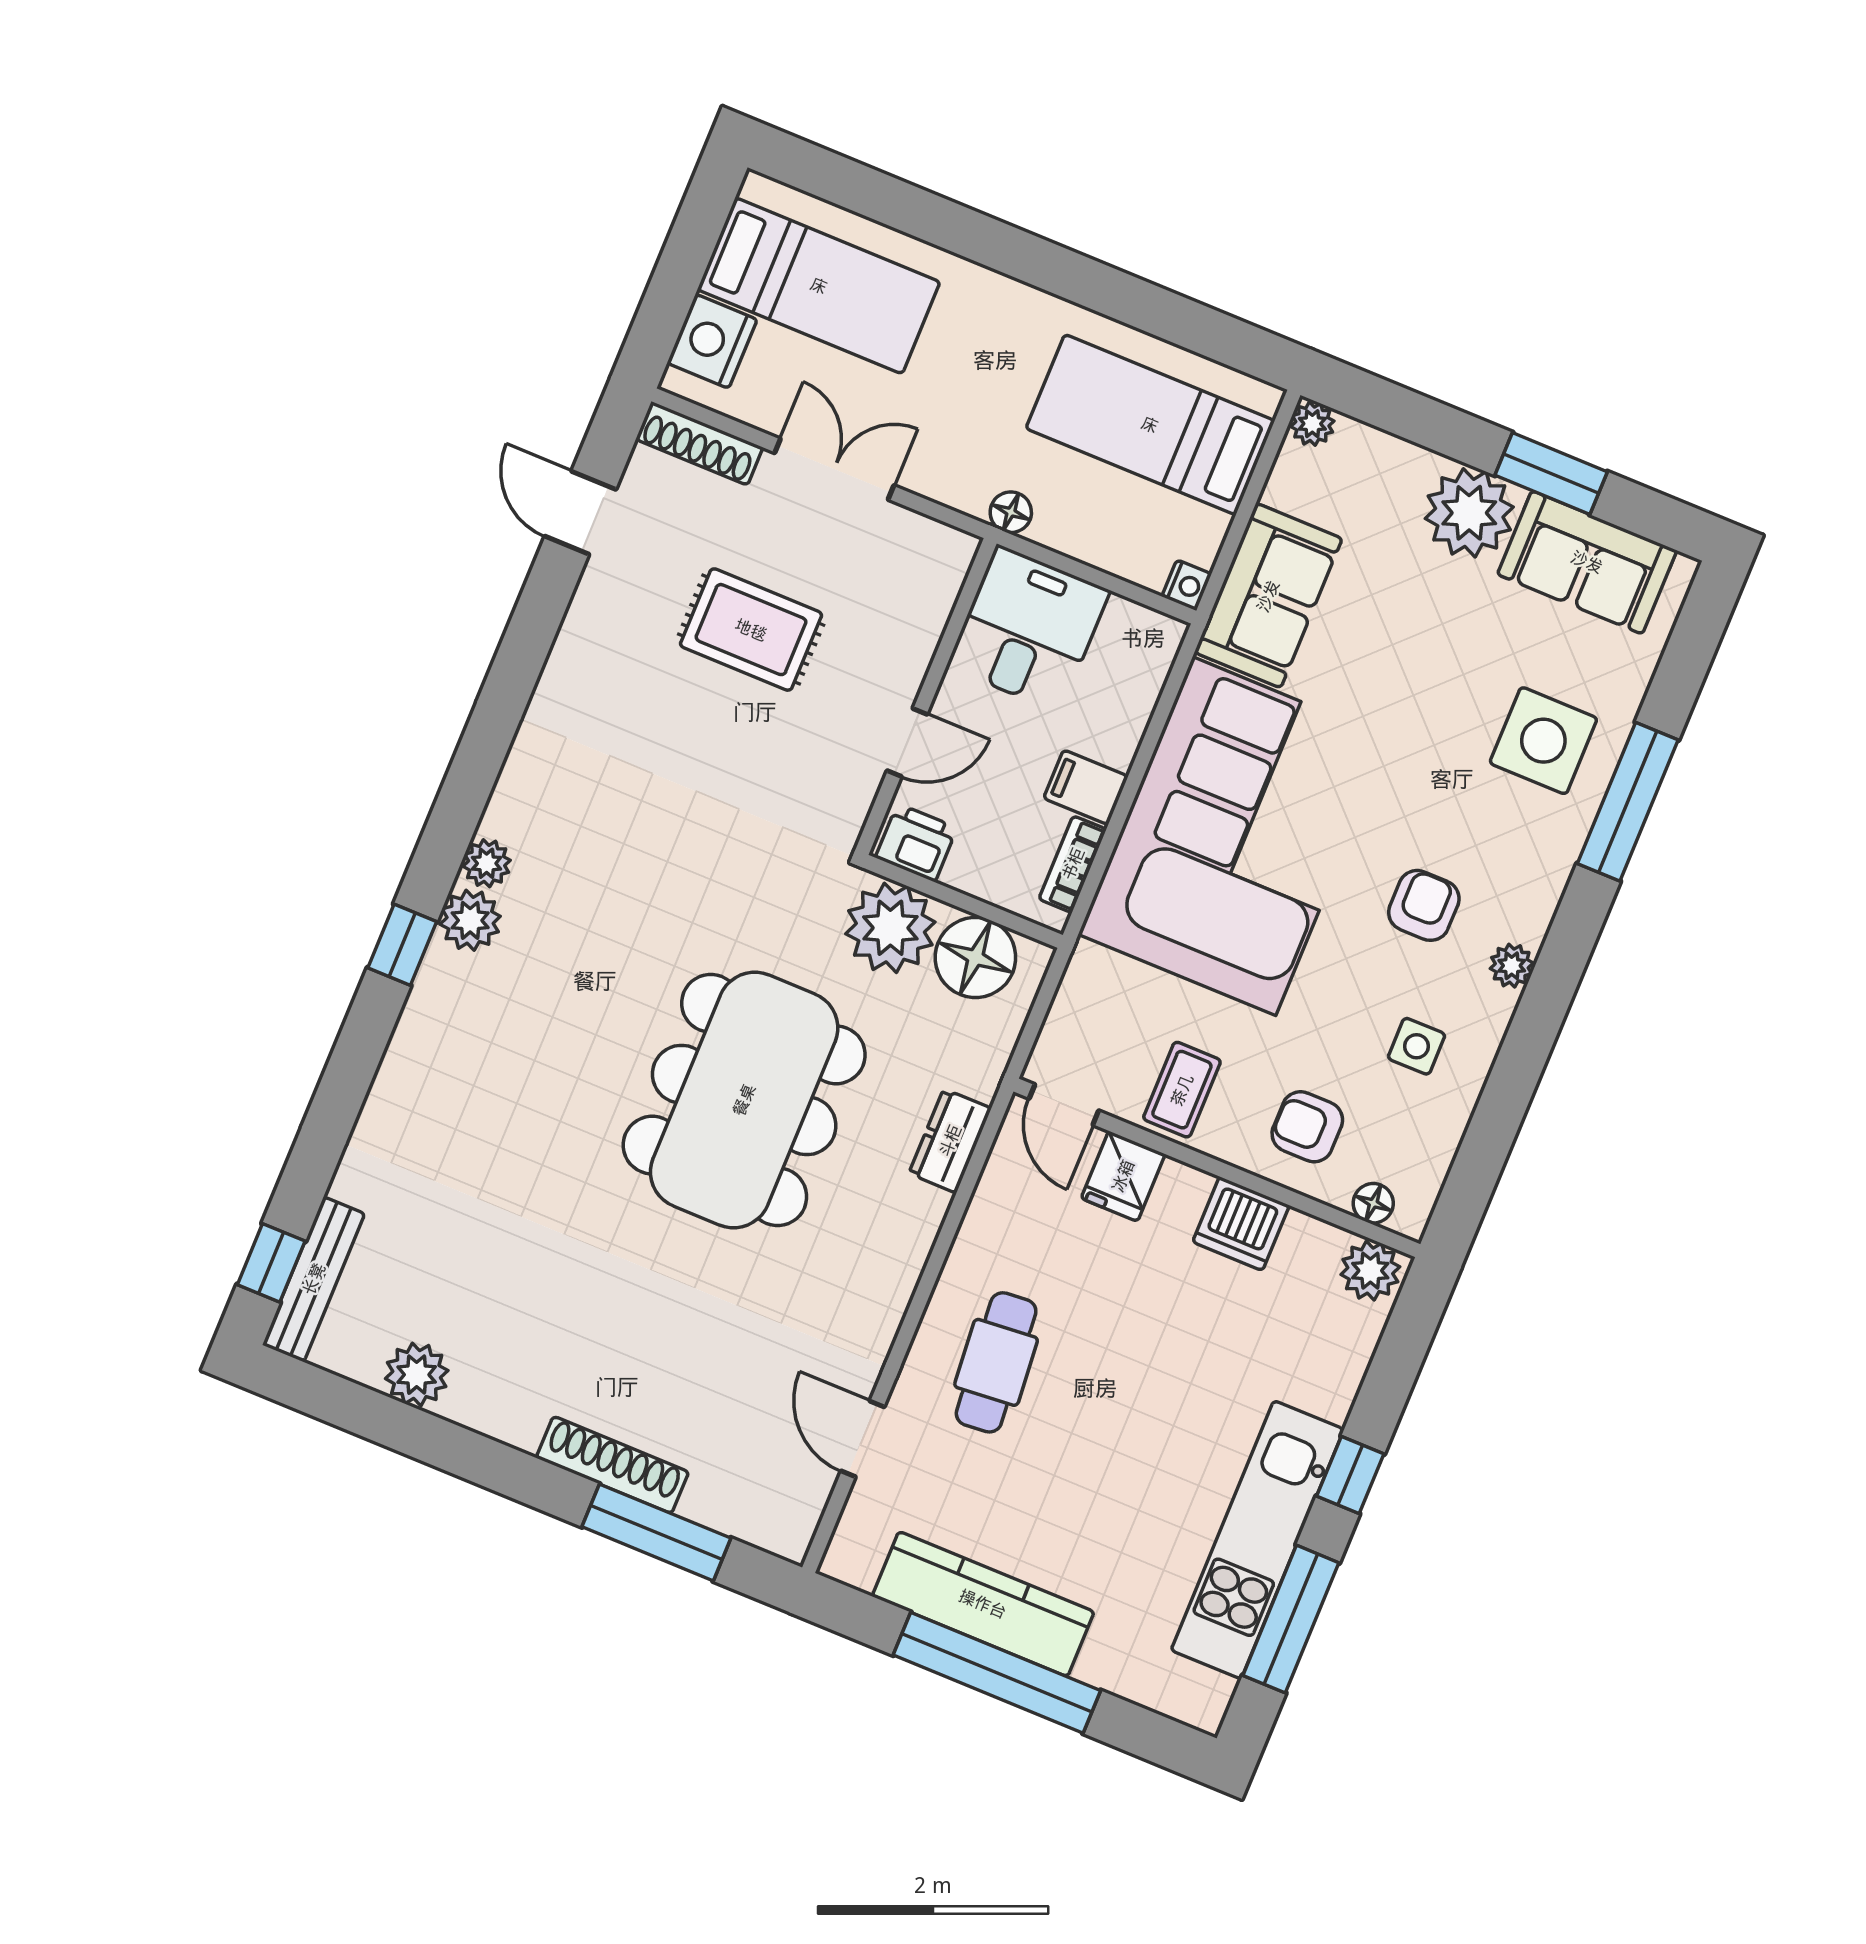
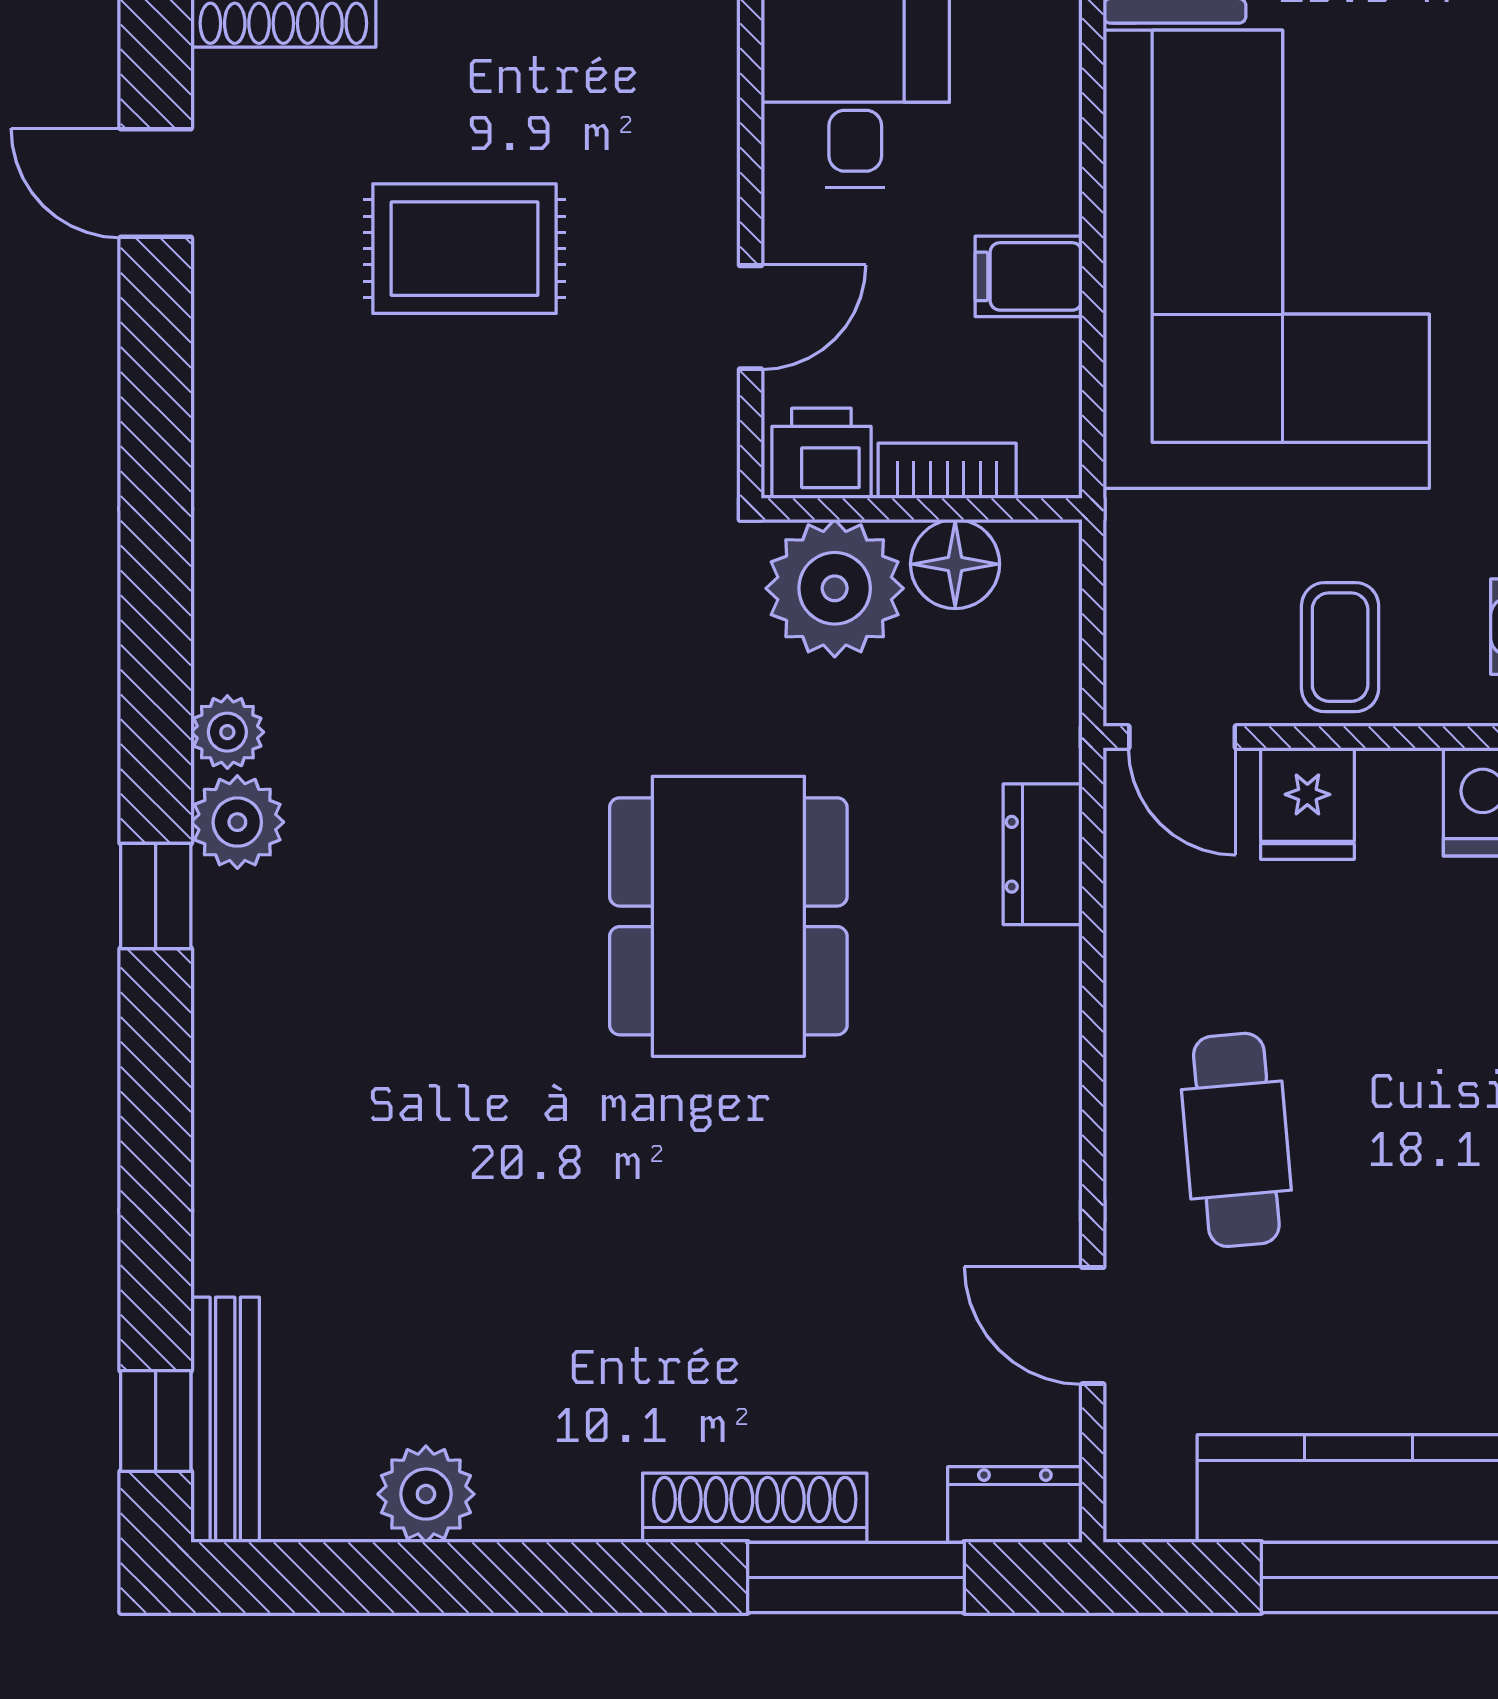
bookcase: (1073, 864) -> (947, 471), moved, turned 90
floor lamp: (975, 957) -> (955, 564), width x0.73, depth x0.73
dining table: (744, 1100) -> (728, 916), width x0.73, depth x0.80
dresser: (771, 1528) -> (1015, 1505), added

